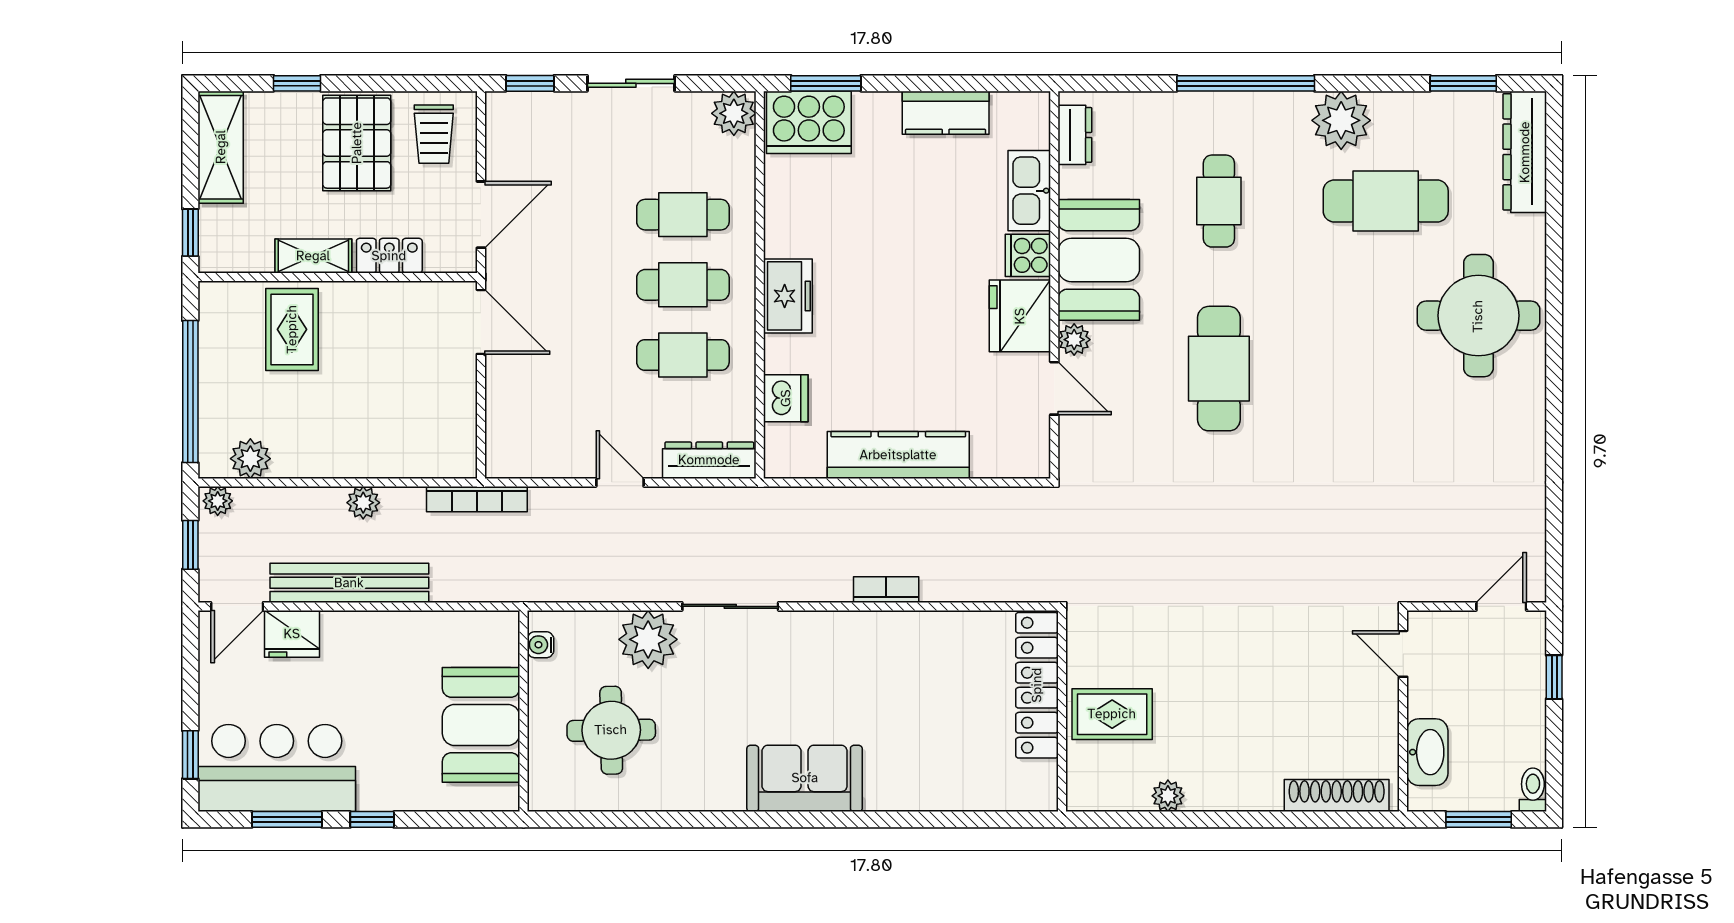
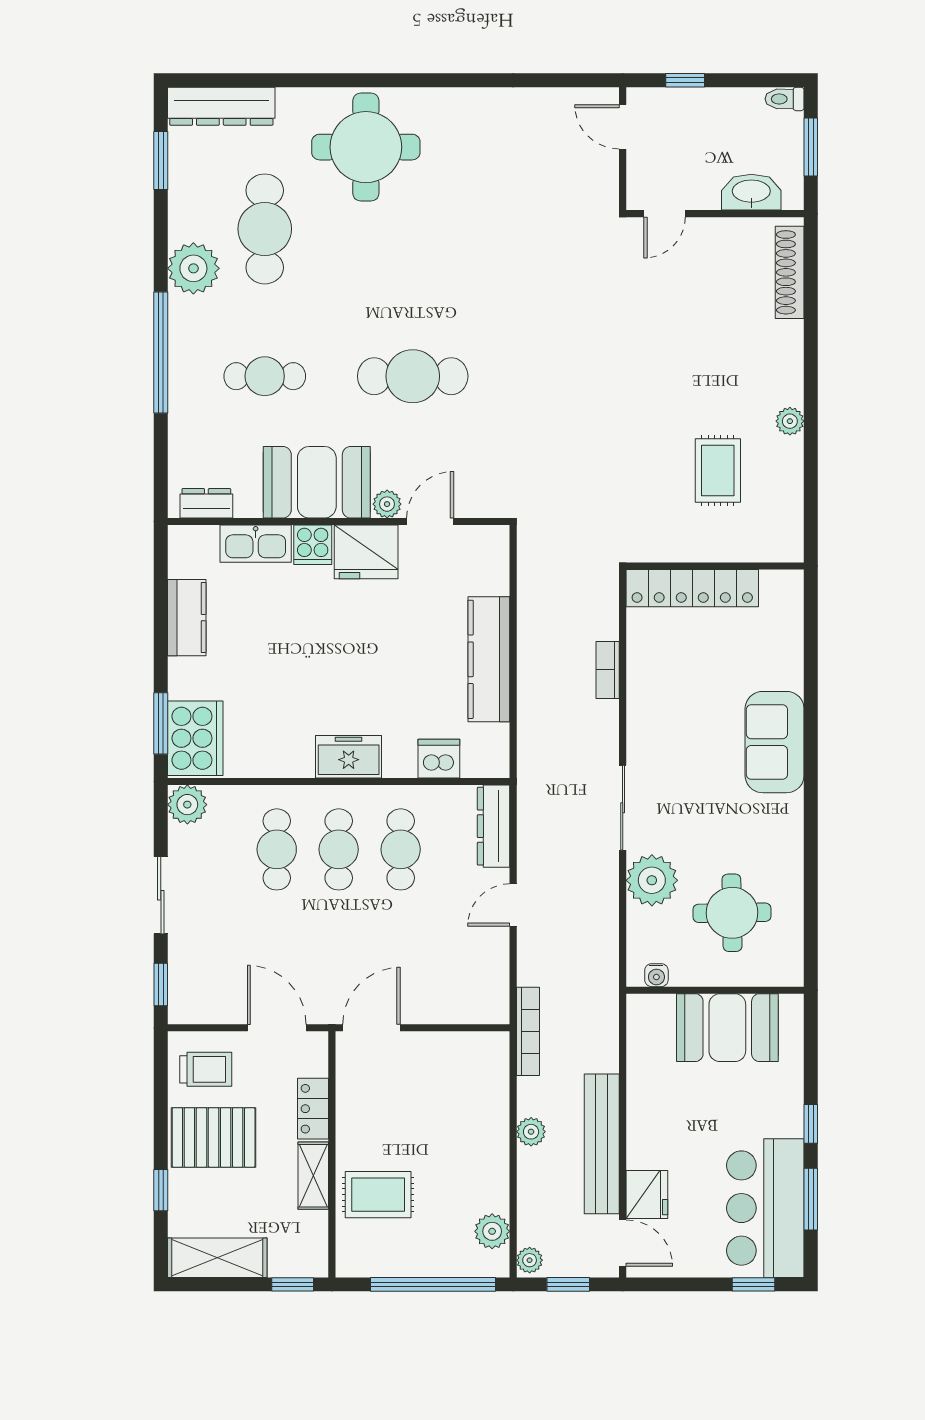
locker: (1037, 685) -> (692, 588), moved
wall: (1062, 711) -> (715, 566), moved

